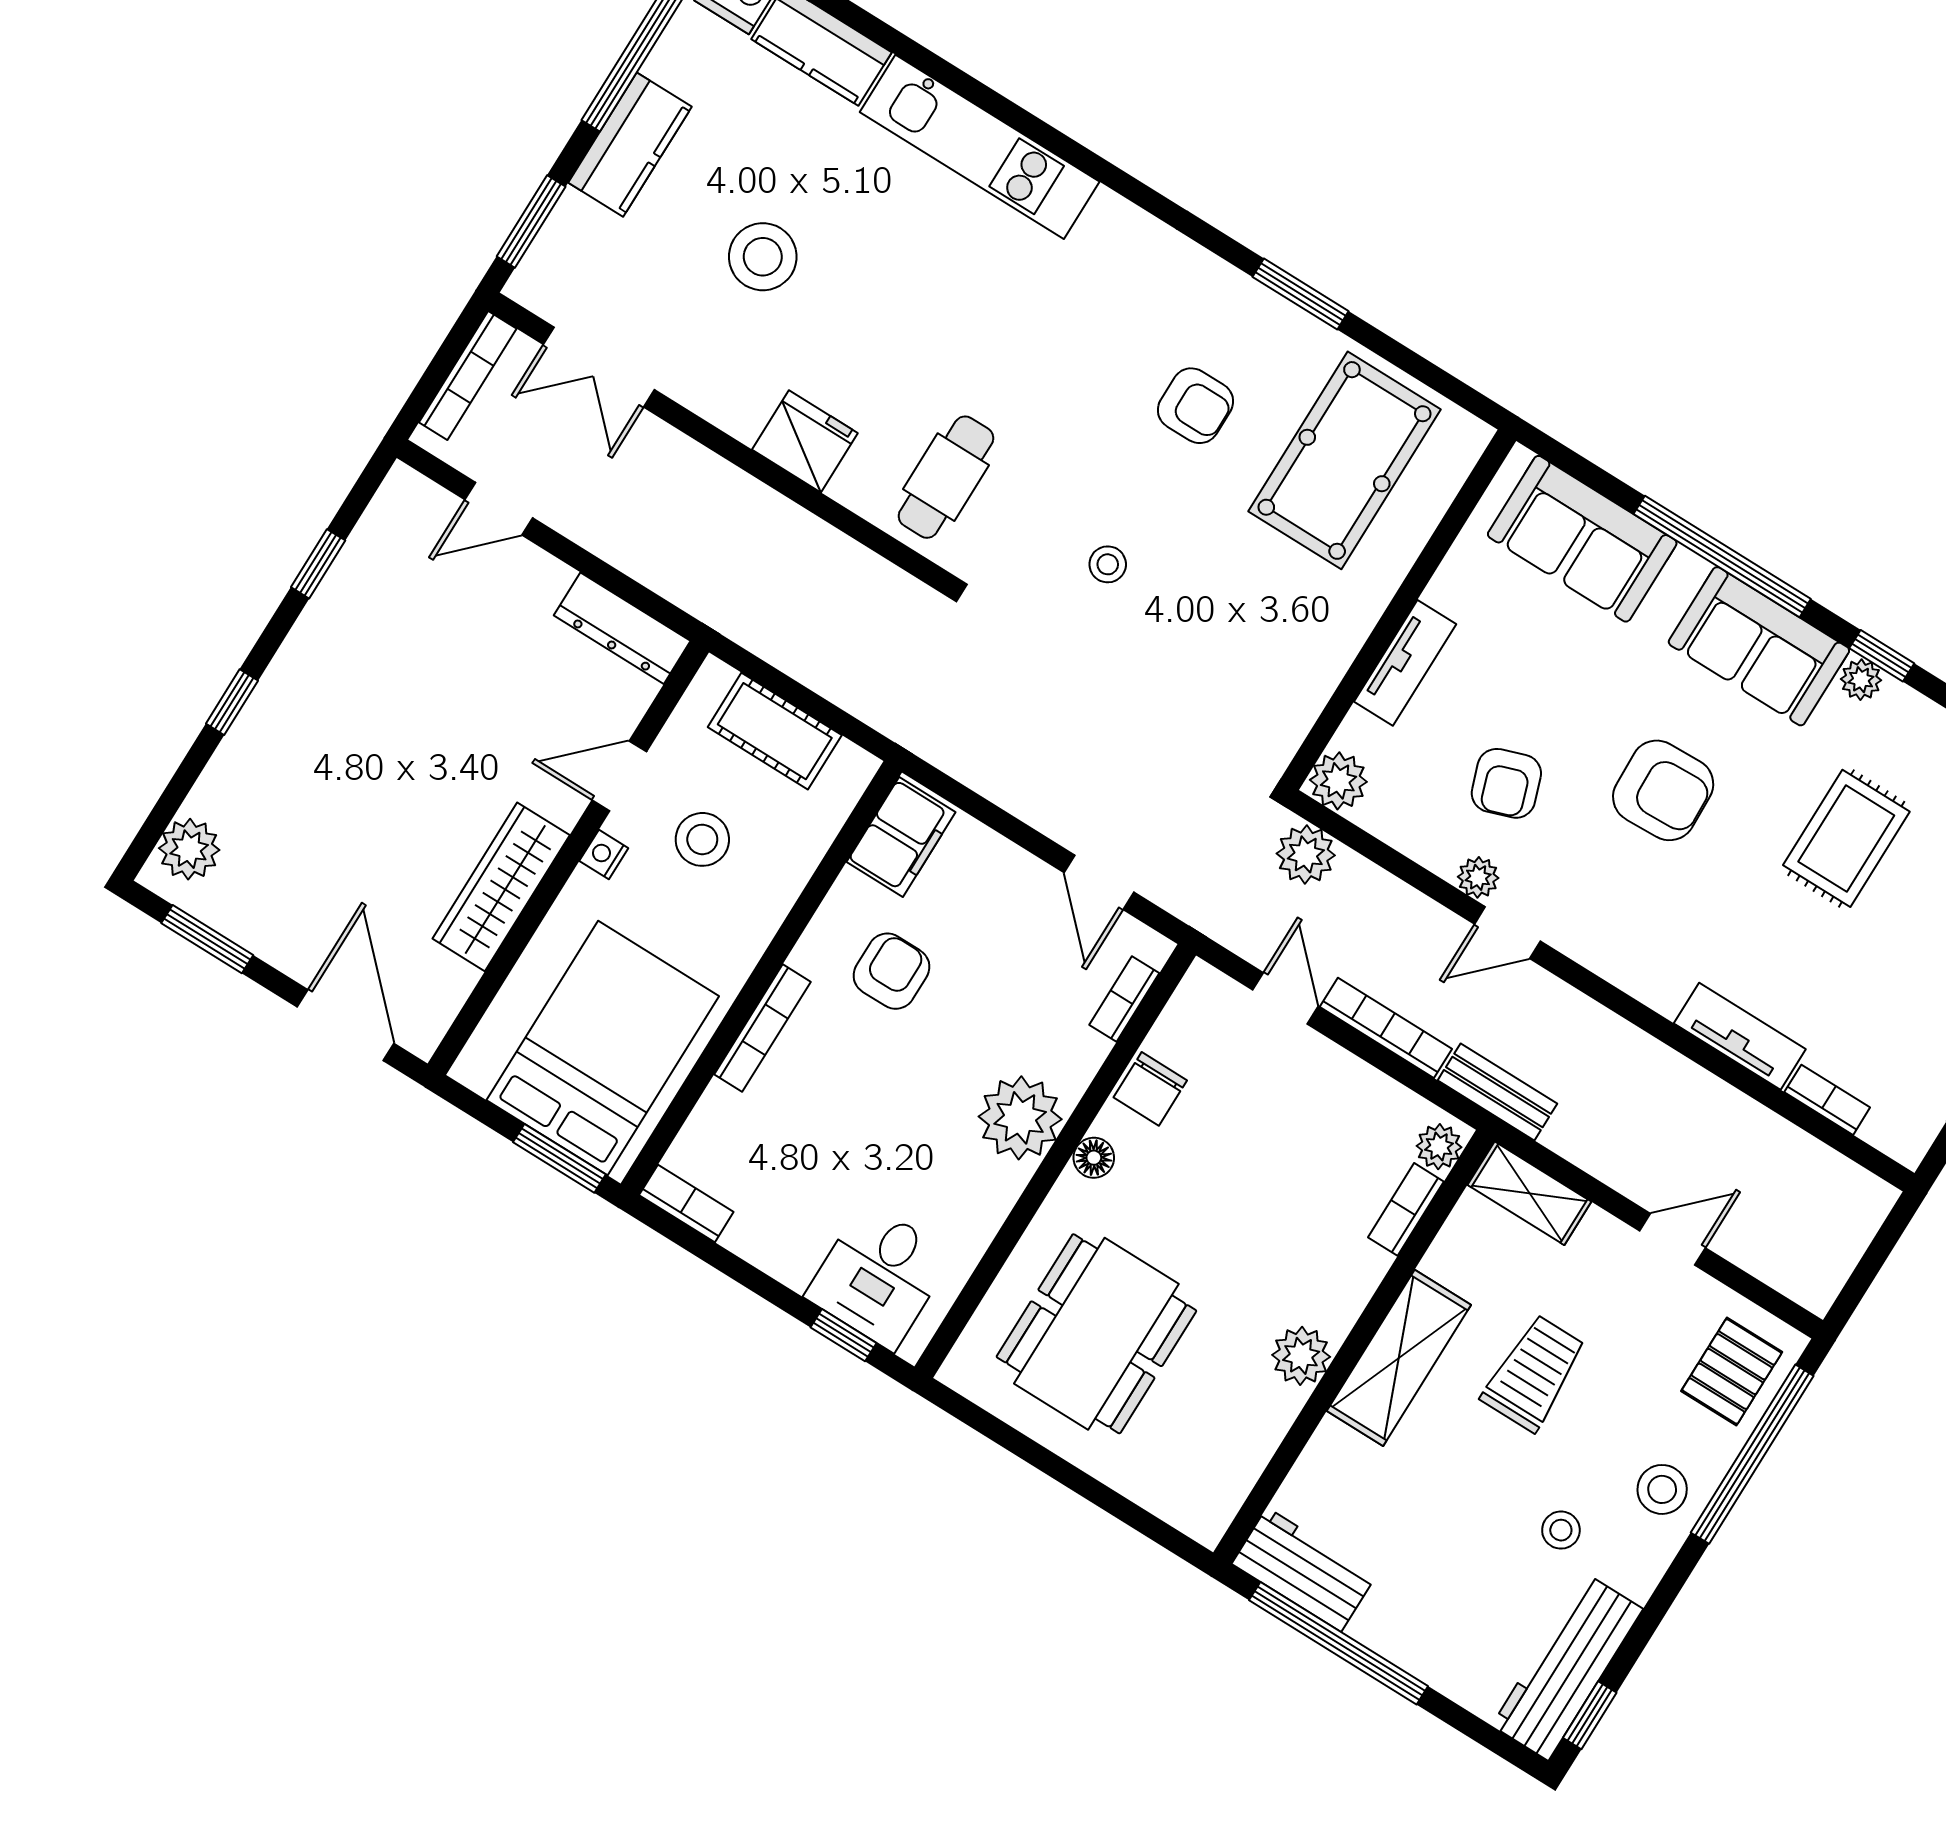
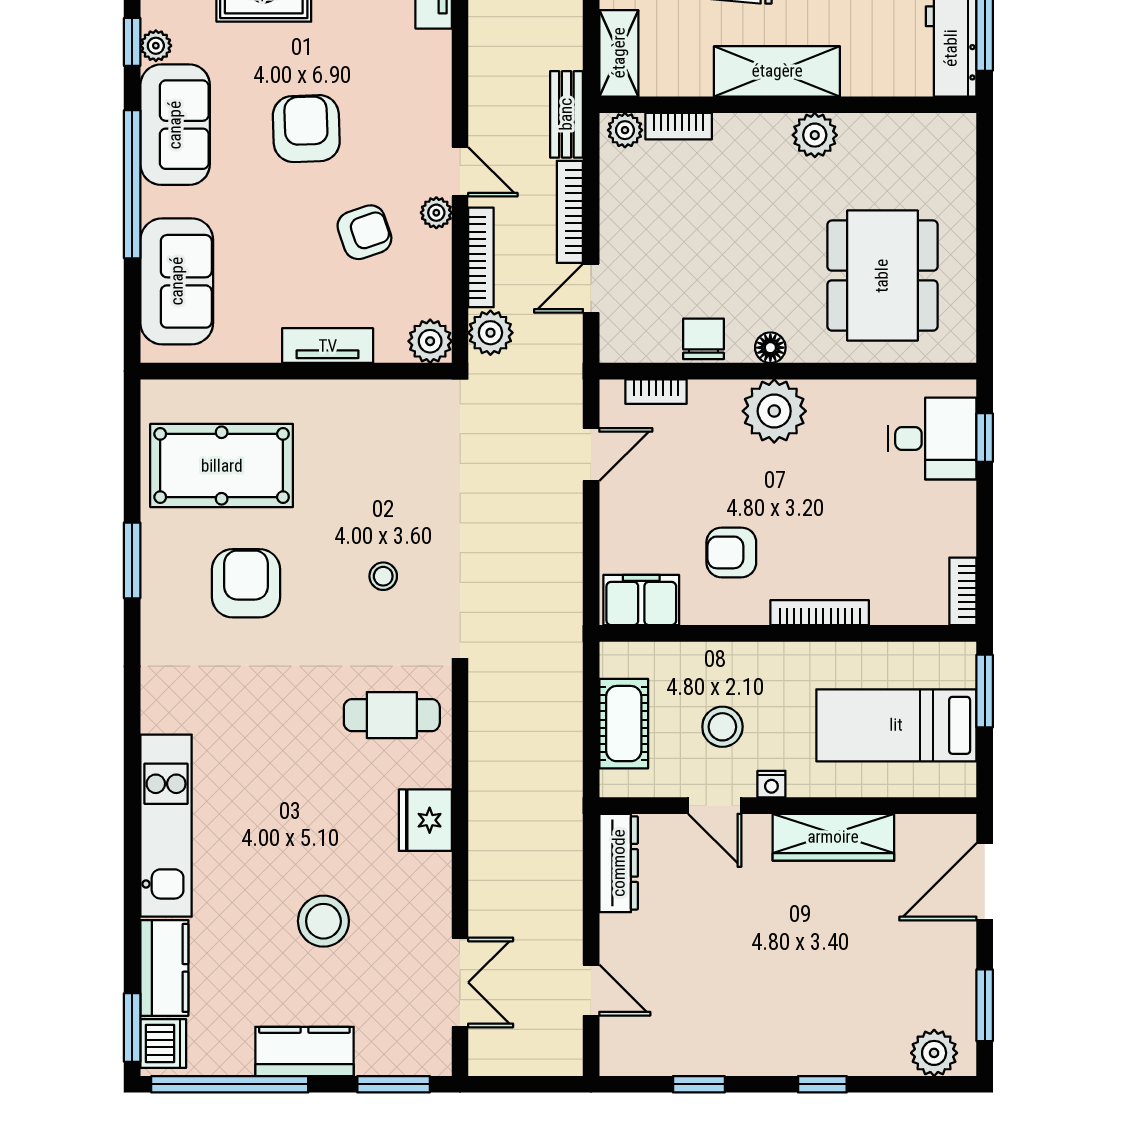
bookcase: (468, 376) -> (481, 257), moved, turned 90
armchair: (1195, 406) -> (246, 583), width x1.38, depth x1.38
bed: (603, 1048) -> (896, 725), width x0.67
chair: (1150, 1089) -> (703, 339), turned -90
dining table: (1096, 1334) -> (882, 276), turned 90

